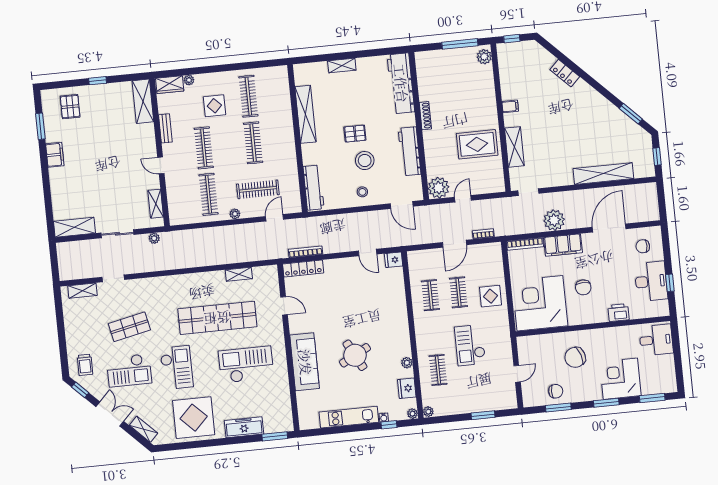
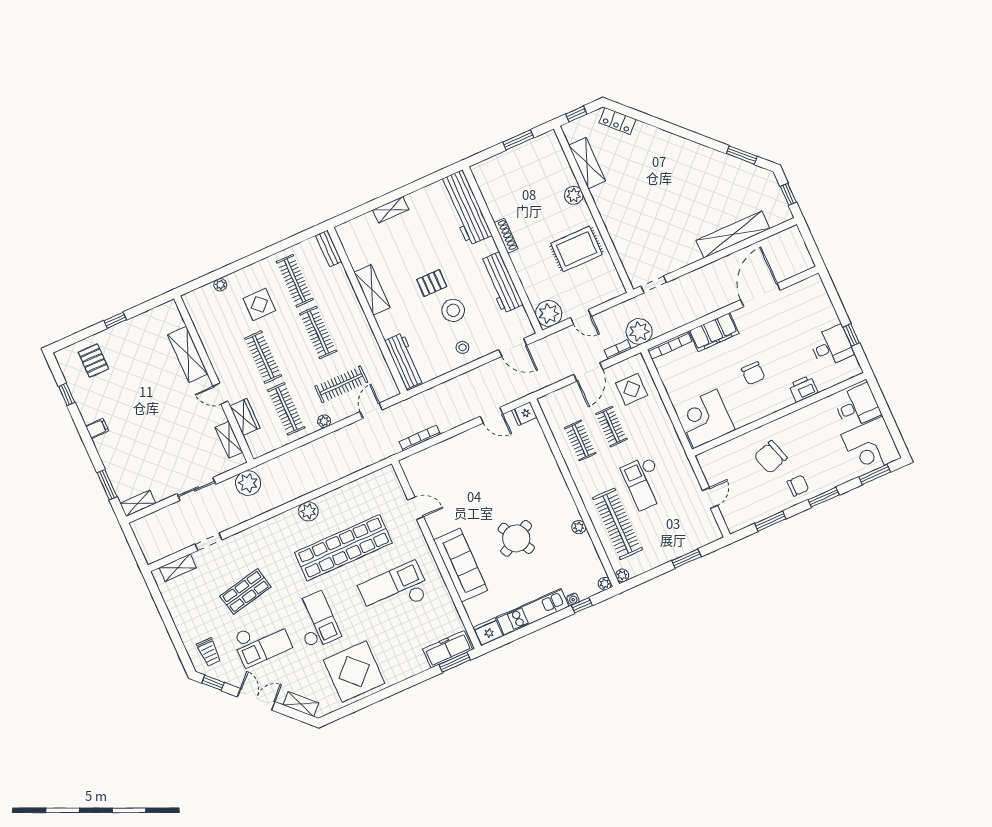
window: (460, 44) -> (518, 140), width x0.69
plant: (484, 57) -> (574, 195), moved
locker: (565, 73) -> (617, 121), moved
wardrobe: (170, 85) -> (245, 417), moved, turned -90
shelving: (143, 101) -> (188, 354), moved
filing cabinet: (510, 106) -> (600, 193), removed
shelving: (306, 114) -> (372, 290), width x0.68
window: (40, 126) -> (67, 394), width x0.67
bench: (165, 128) -> (329, 248), moved
shelving: (514, 147) -> (587, 163), moved
filing cabinet: (55, 155) -> (97, 428), width x0.50
door: (463, 199) -> (581, 317), swing flipped
window: (49, 207) -> (107, 485), added
plant: (554, 220) -> (639, 331), moved
shelving: (74, 227) -> (138, 503), width x0.67, depth x0.75
plant: (154, 238) -> (248, 483), width x1.88, depth x1.88
chair: (643, 246) -> (806, 303), removed
locker: (303, 268) -> (423, 458), removed
shelving: (239, 274) -> (352, 489), removed
plant: (199, 280) -> (308, 511), added
desk: (651, 281) -> (832, 346), width x0.73
display table: (491, 296) -> (632, 389), moved
corner desk: (540, 303) -> (705, 419), width x0.74, depth x0.74
clothes rail: (438, 370) -> (617, 524), width x1.86, depth x1.31
corner desk: (620, 379) -> (871, 446), moved, turned -90
fridge: (407, 388) -> (488, 632), moved, turned 90
chair: (556, 391) -> (798, 486), moved
freezer: (244, 427) -> (448, 649), moved

